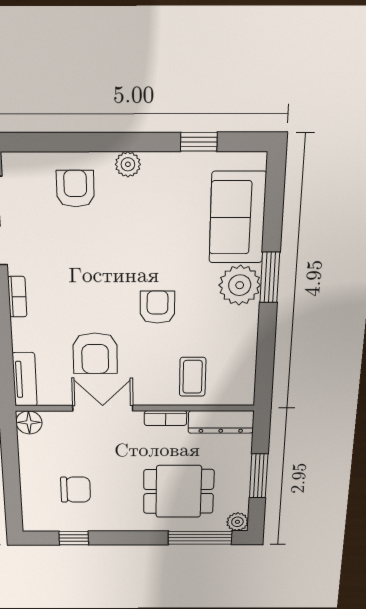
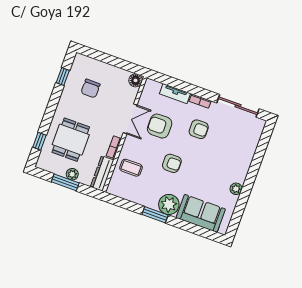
window: (199, 142) -> (240, 207), removed
plant: (128, 164) -> (236, 189), moved
armchair: (75, 189) -> (199, 129), moved
window: (270, 277) -> (155, 215), moved
tv unit: (25, 379) -> (175, 94), moved
plant: (237, 522) -> (72, 174), moved
window: (200, 538) -> (39, 141), width x0.46

